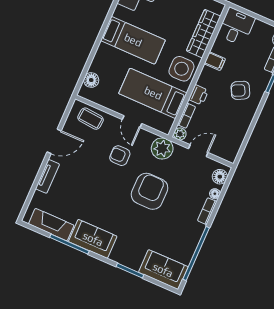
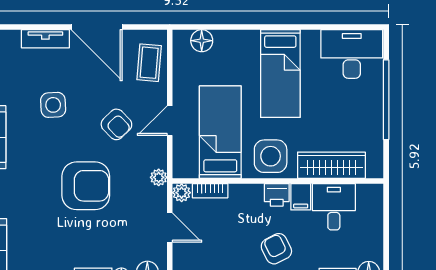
desk: (236, 26) -> (334, 207), moved, turned -90
printer: (199, 95) -> (277, 195), moved
door: (54, 141) -> (97, 27), width x1.36
plant: (162, 148) -> (159, 177), width x0.53, depth x0.53
armchair: (120, 156) -> (116, 124), turned 136
side table: (91, 190) -> (53, 105), added

